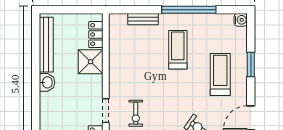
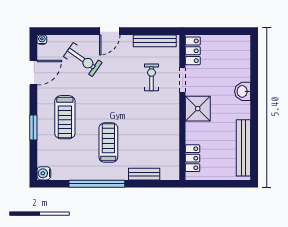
treadmill: (178, 50) -> (108, 143), turned 180
shower: (91, 62) -> (198, 109), moved
washbasin: (47, 82) -> (243, 91), moved

